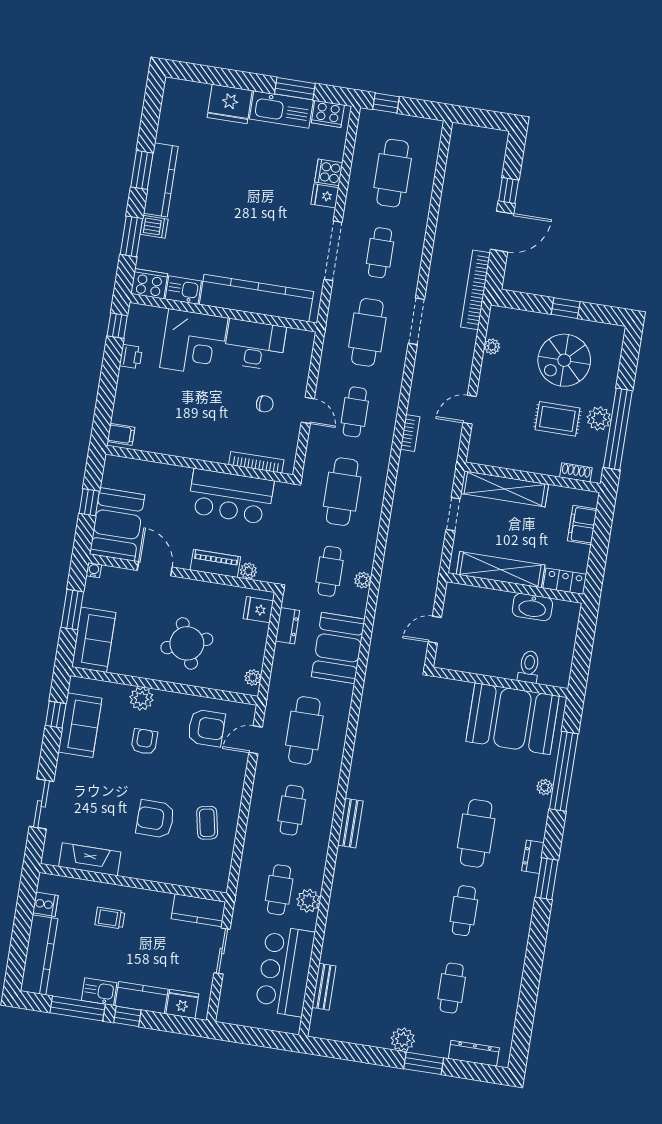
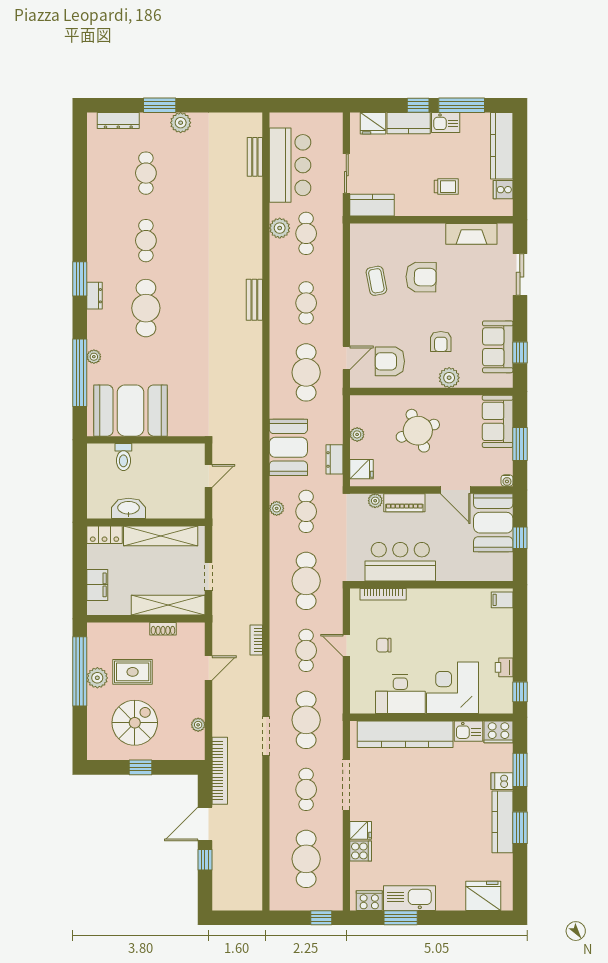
fridge: (230, 104) -> (483, 896), moved
shoe rack: (576, 472) -> (163, 629), moved
plant: (253, 677) -> (357, 434), moved

